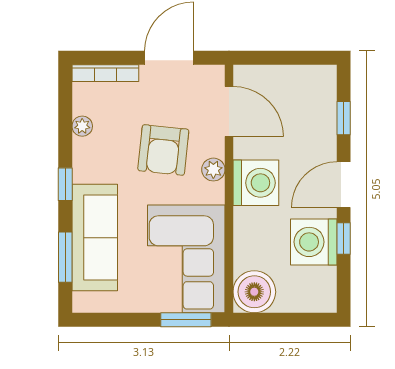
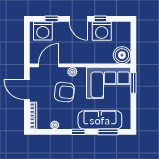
washing machine: (256, 183) -> (43, 31), moved, turned 180

